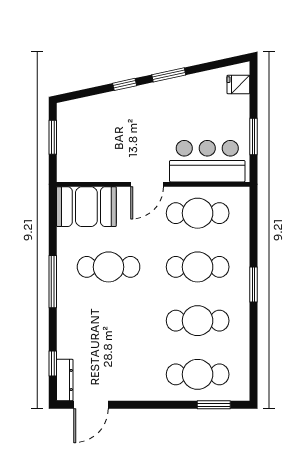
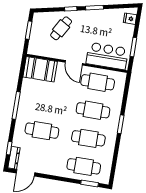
cafe table: (113, 124) -> (61, 28), added
door: (147, 184) -> (74, 63), hinge flipped
cafe table: (109, 267) -> (42, 131), moved

